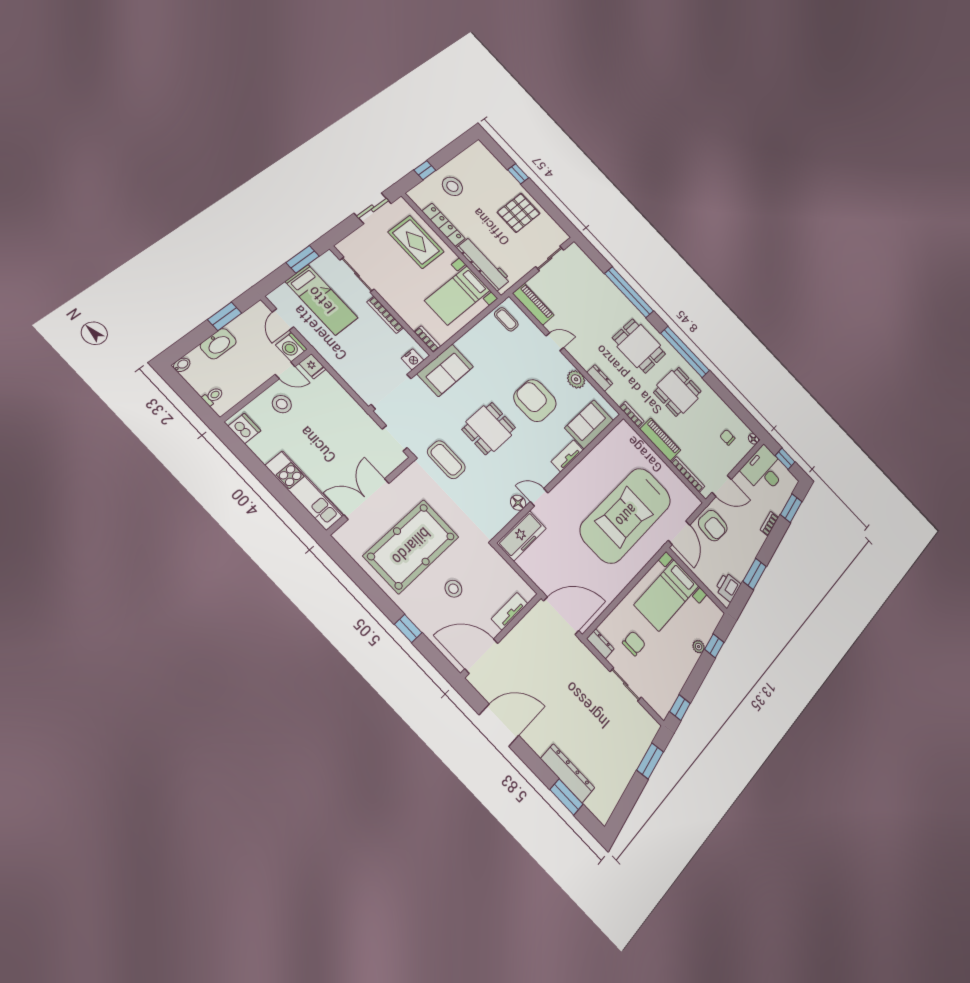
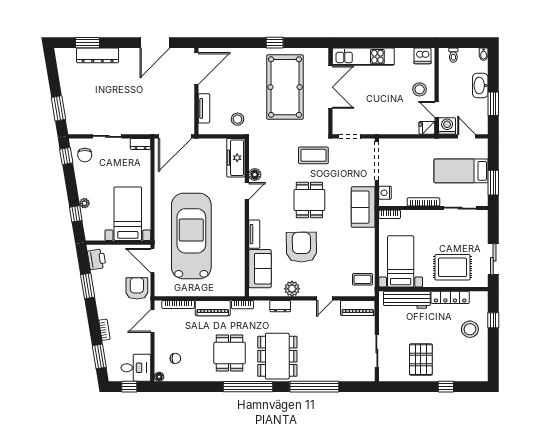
dining table: (639, 346) -> (277, 356), width x1.38
door: (285, 370) -> (437, 109), hinge flipped
armchair: (535, 401) -> (301, 247), turned -91
desk: (764, 470) -> (136, 368), width x0.73
armchair: (713, 526) -> (137, 288), turned 86
stool: (453, 589) -> (237, 119), moved
window: (408, 629) -> (275, 43), moved
chair: (634, 643) -> (85, 155), moved

